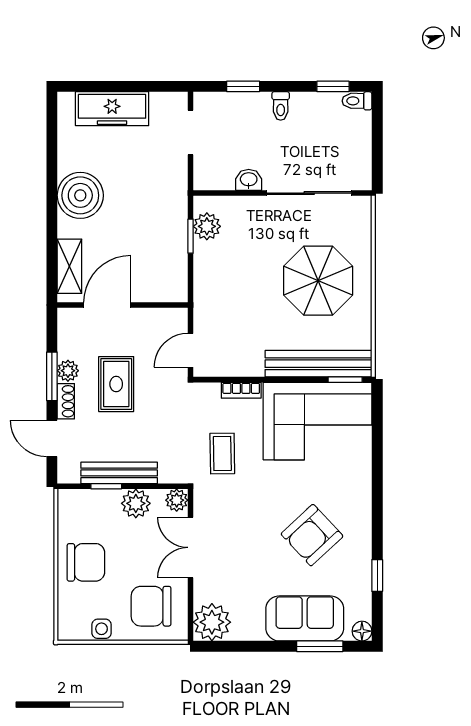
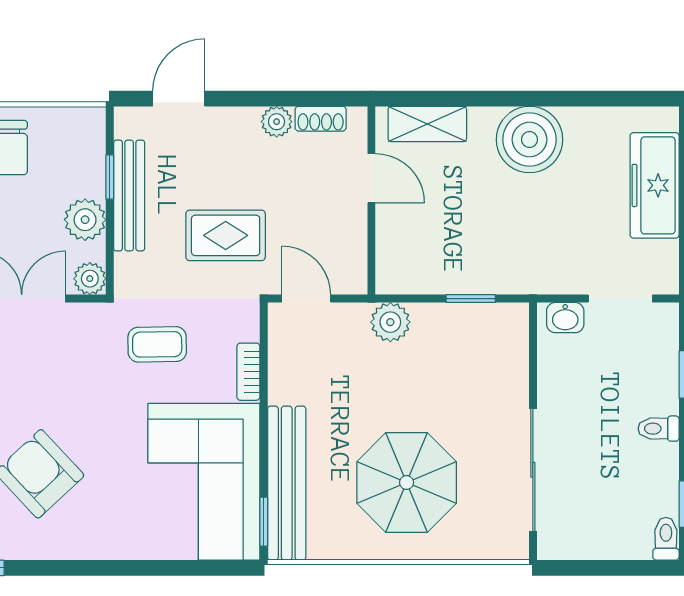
washbasin: (249, 180) -> (565, 318), moved, turned 90
plant: (207, 226) -> (390, 322), moved
door: (107, 305) -> (371, 178), width x0.73
window: (52, 376) -> (268, 99), removed
rug: (116, 384) -> (226, 235), moved
shoe rack: (66, 401) -> (321, 119), moved

